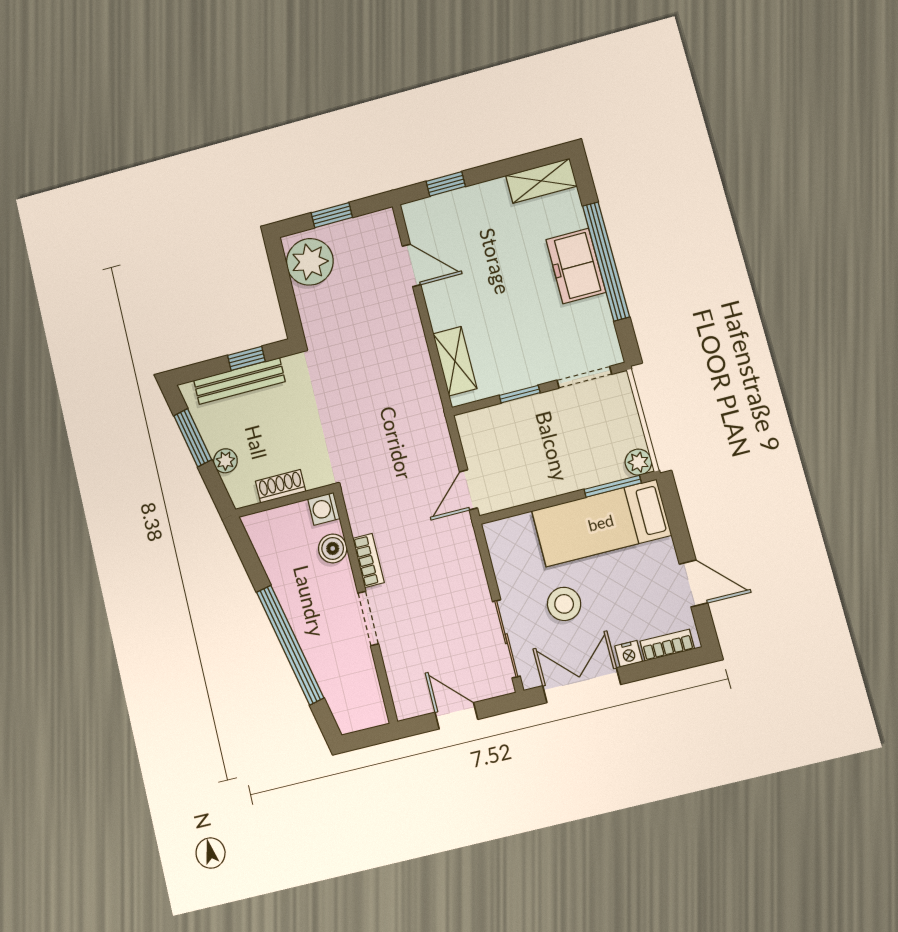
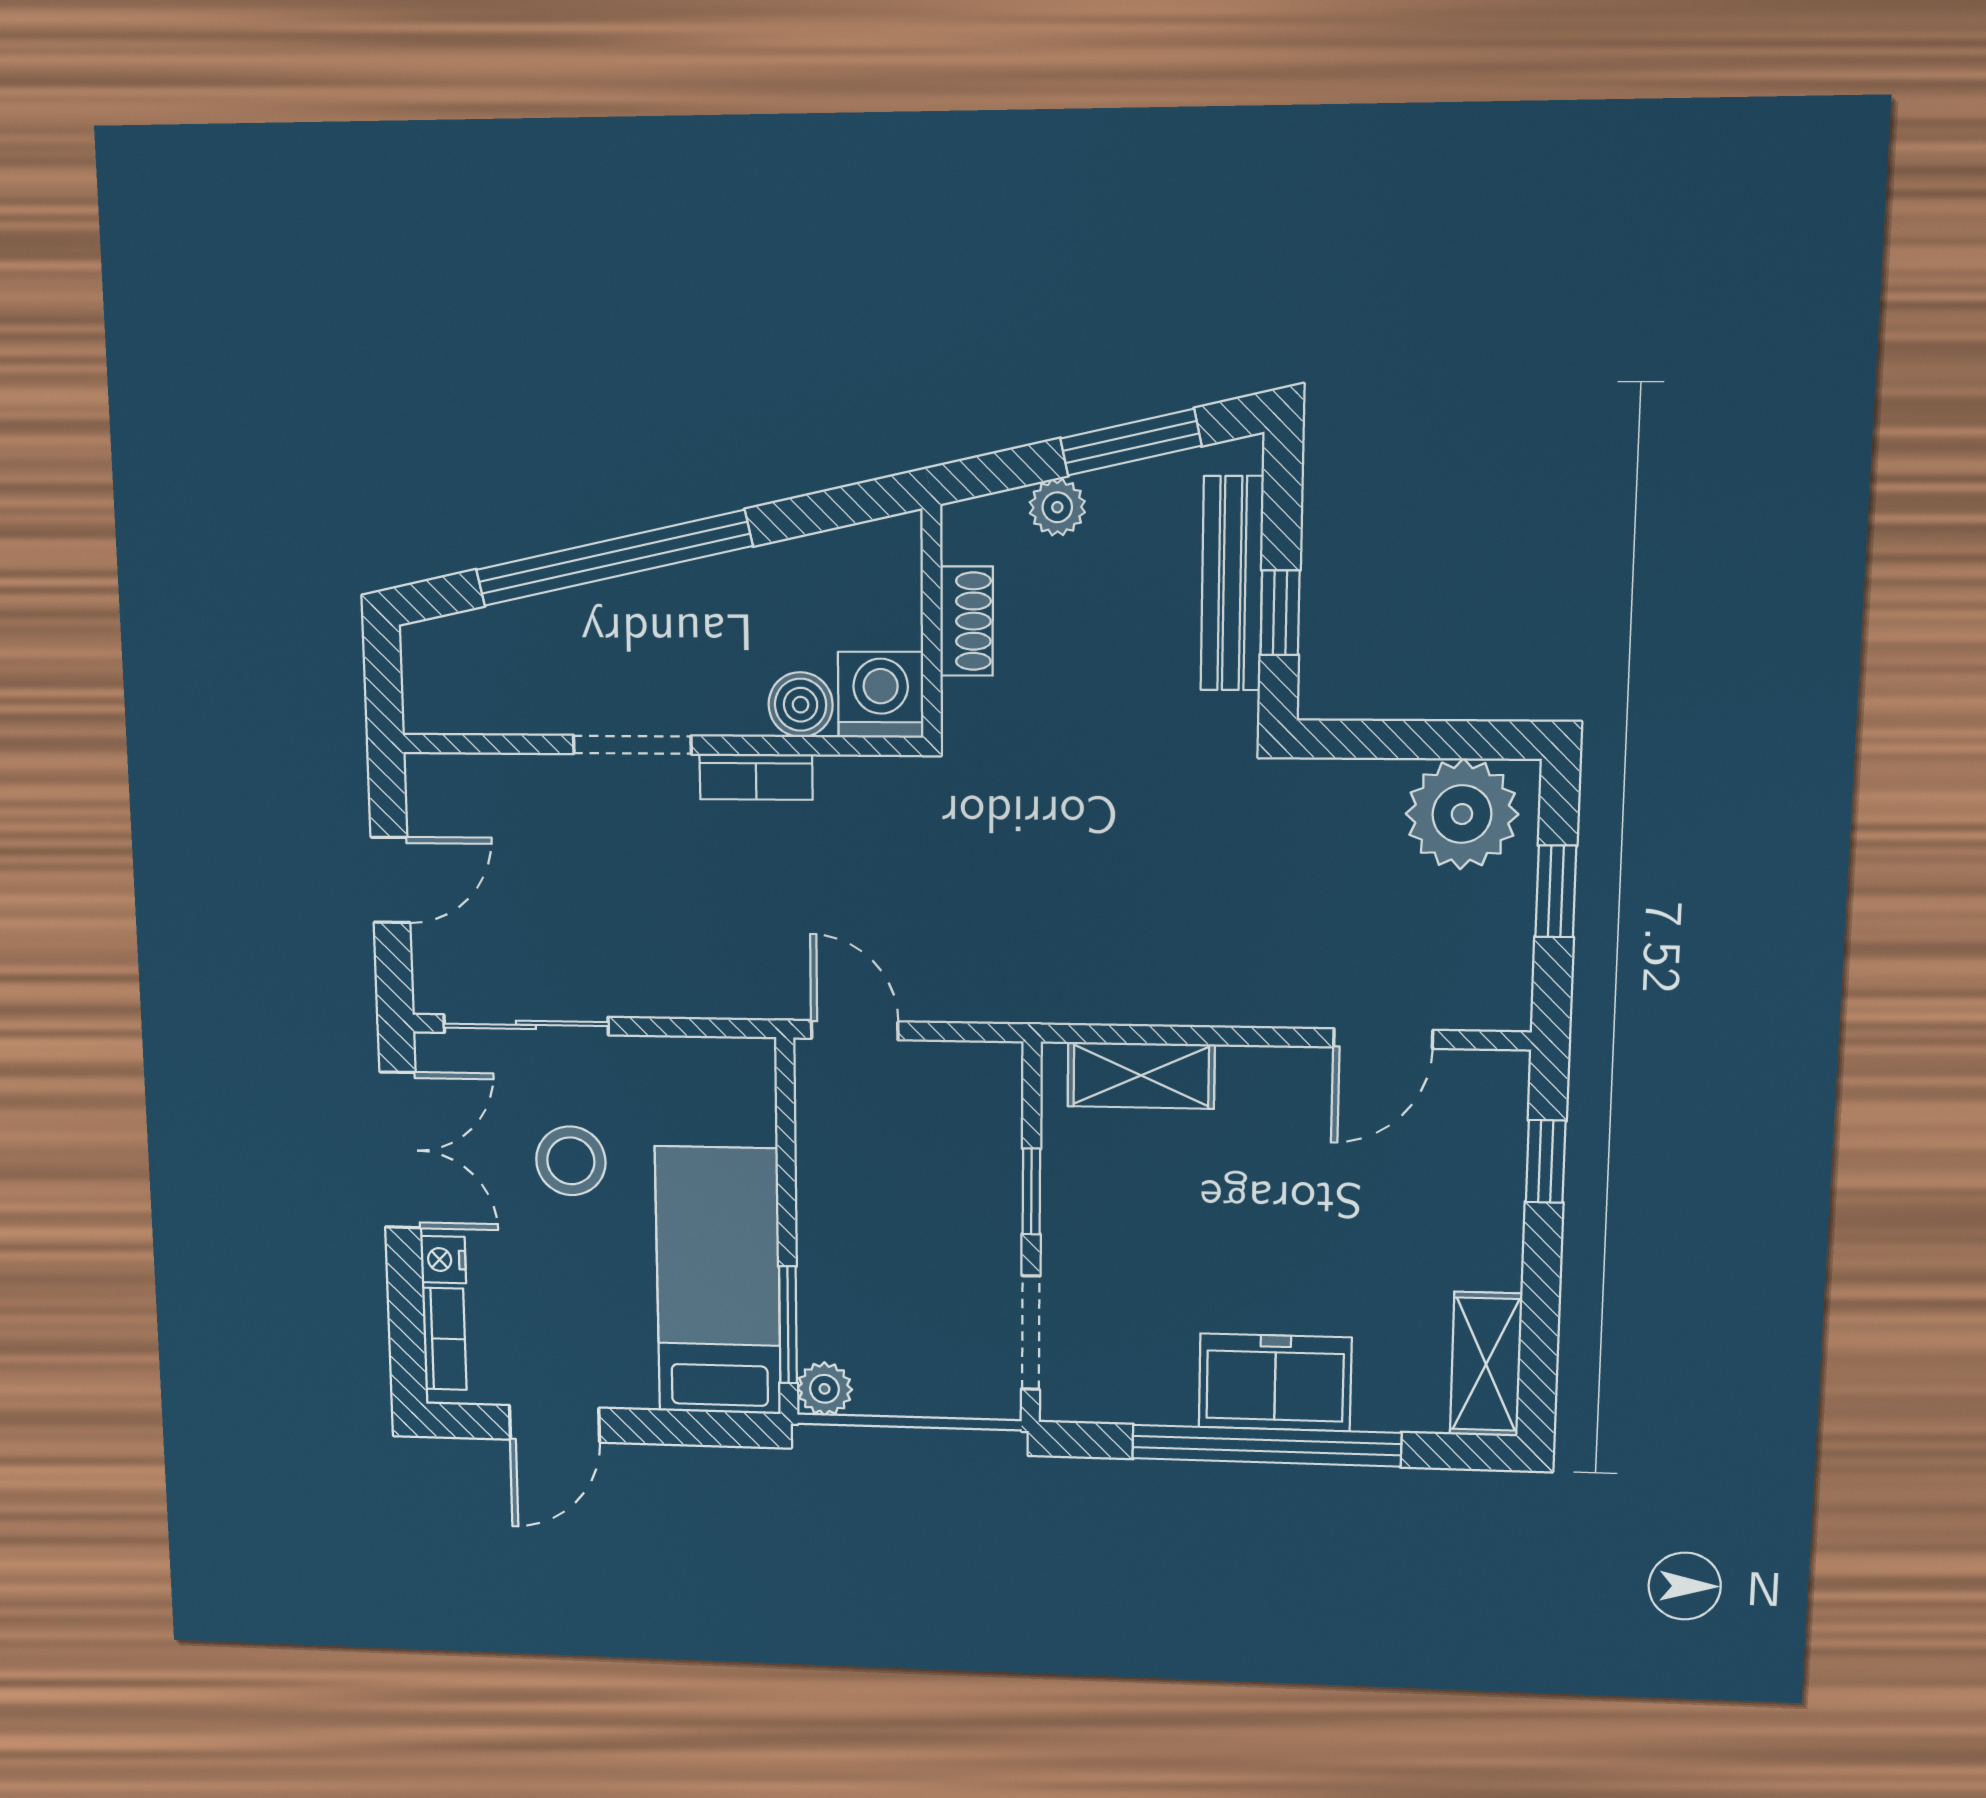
washing machine: (324, 509) -> (881, 695), width x1.38, depth x1.38

